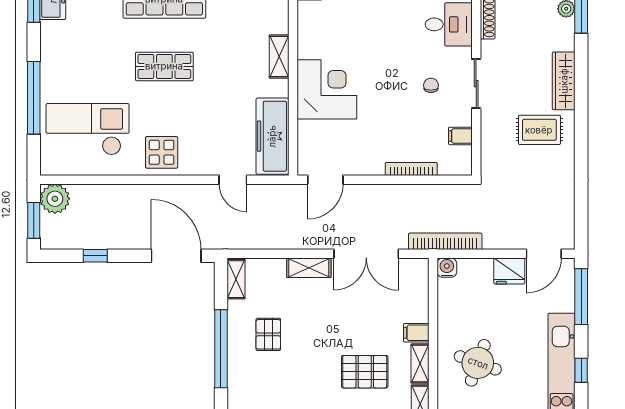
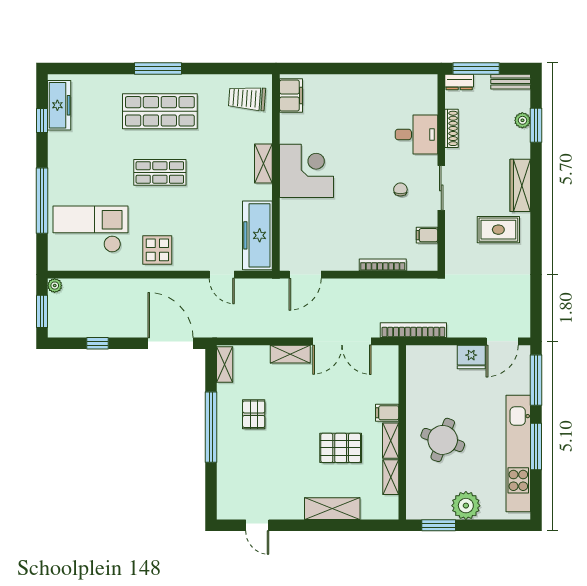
corner desk: (327, 89) -> (306, 171), moved
plant: (55, 199) -> (55, 286), width x0.53, depth x0.53
water cooler: (447, 268) -> (415, 354), removed
window: (581, 370) -> (536, 447), width x2.17

